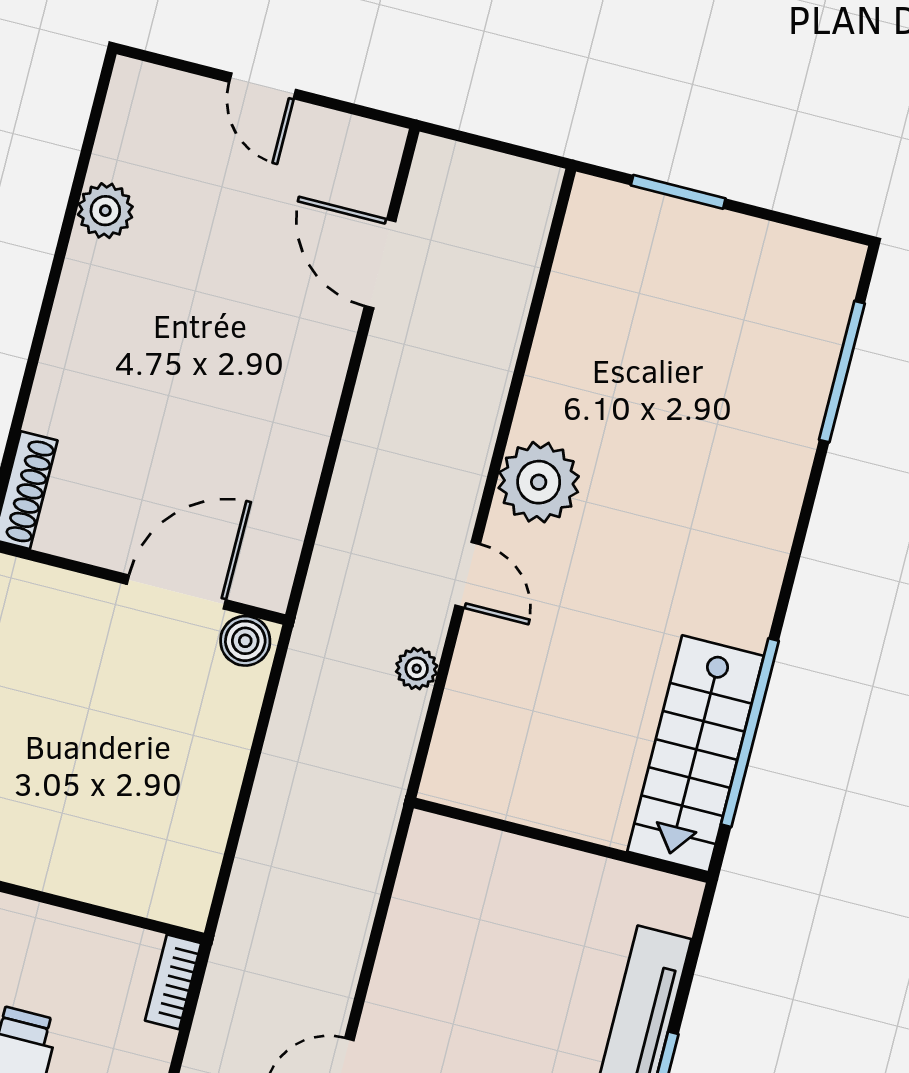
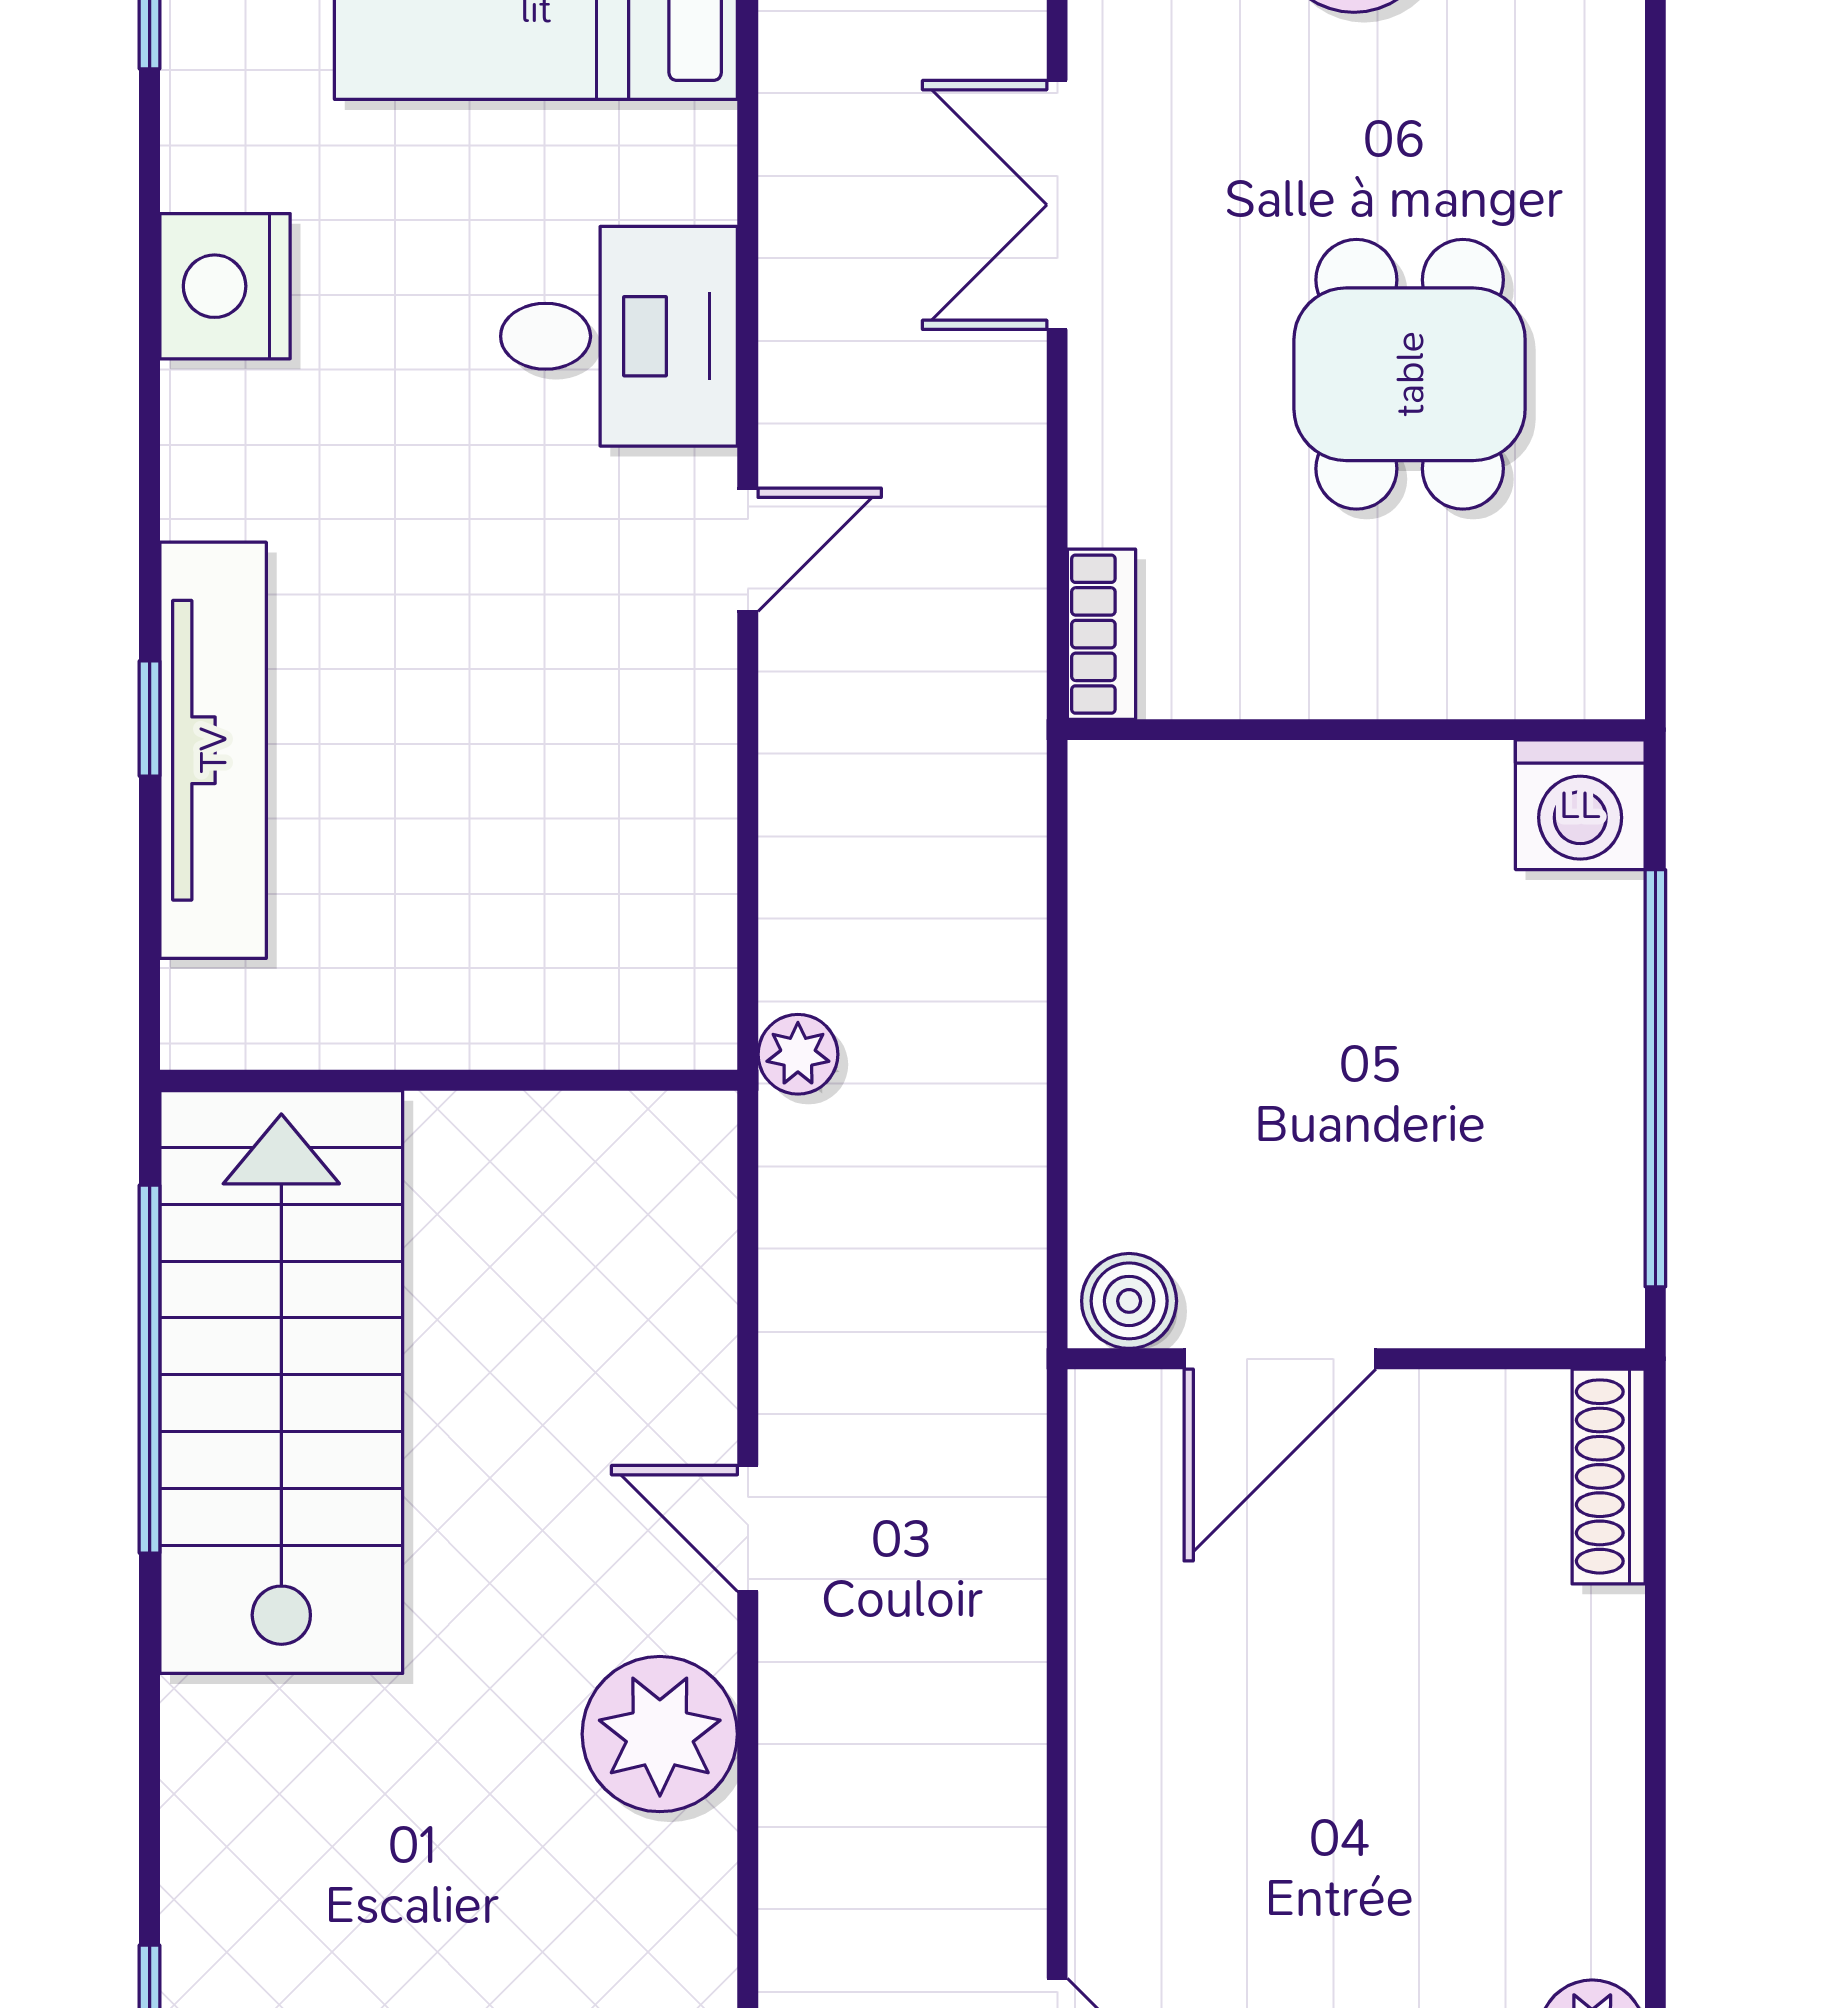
plant: (417, 669) -> (798, 1054), moved
stairs: (695, 754) -> (281, 1382), width x1.36, depth x1.51

